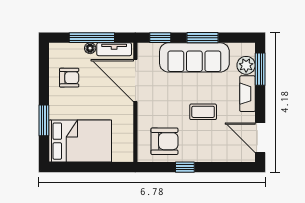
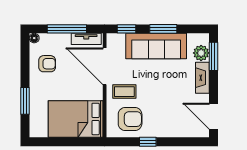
floor lamp: (90, 48) -> (34, 38), moved
coffee table: (203, 112) -> (124, 92), moved
bed: (80, 141) -> (76, 119), moved, turned 180

